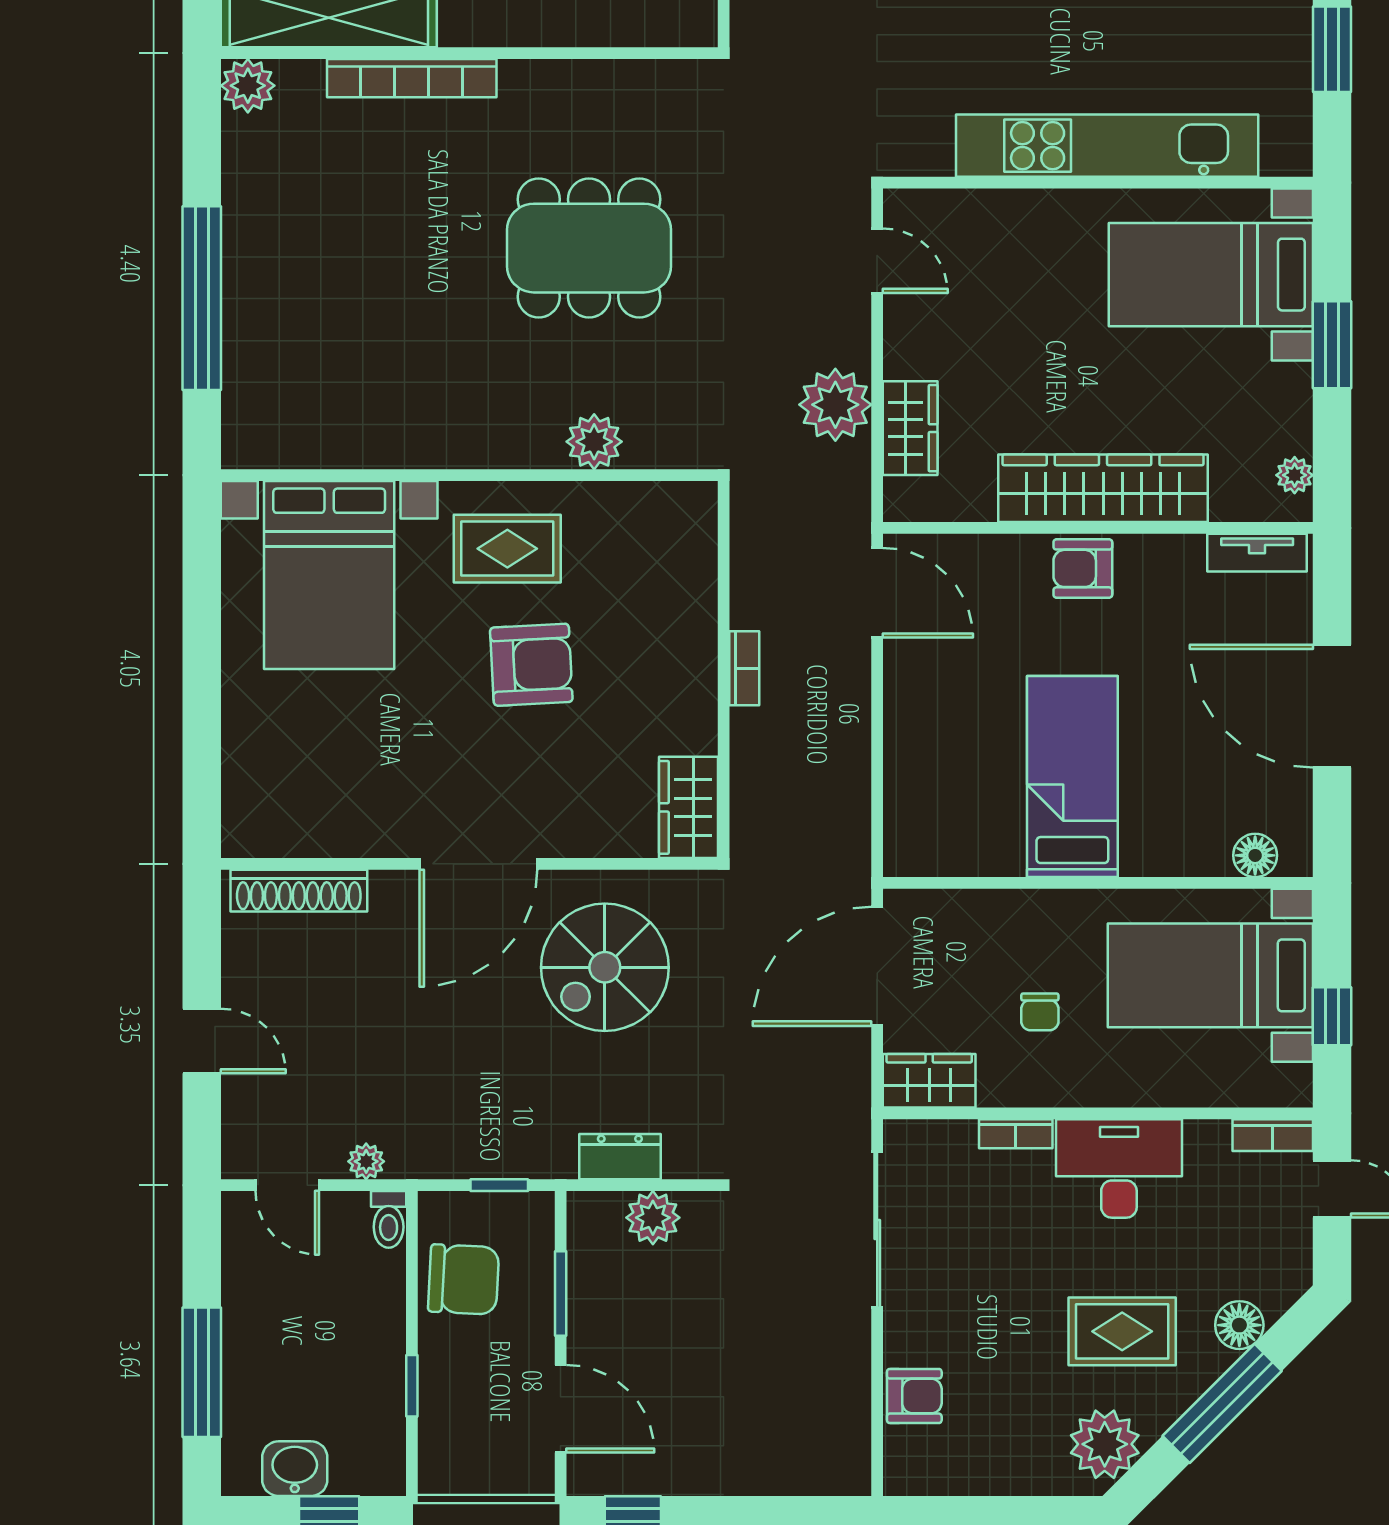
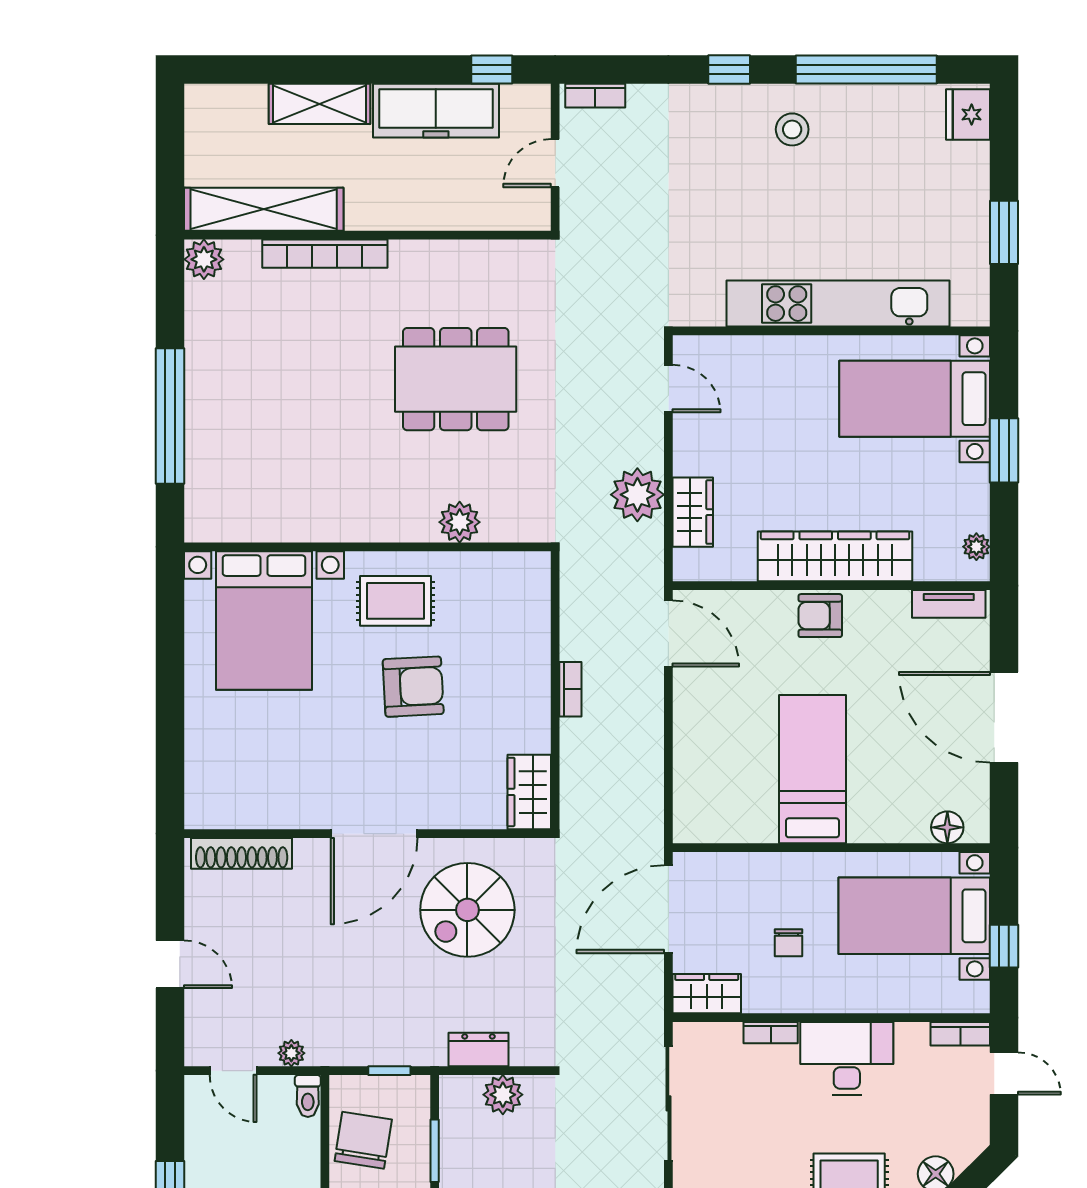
chair: (464, 1279) -> (363, 1140), turned -84

